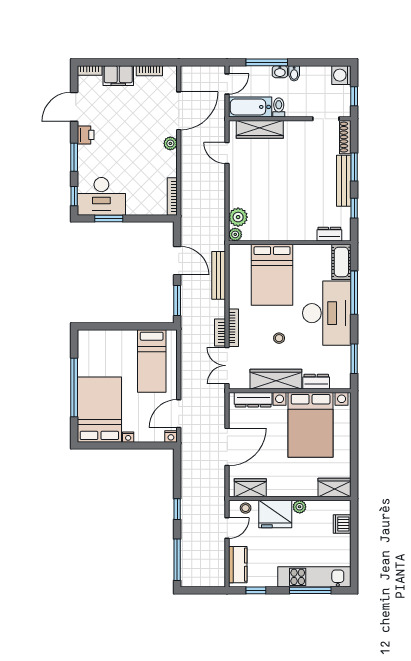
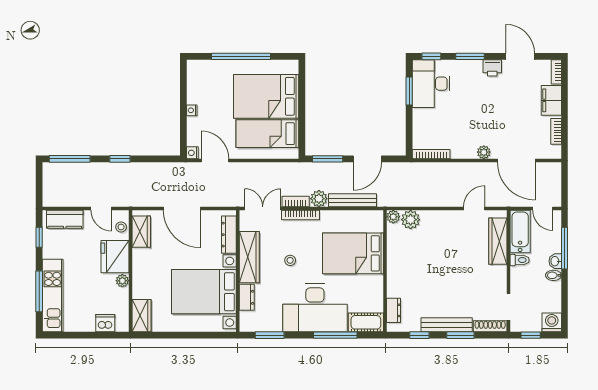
plant: (217, 309) -> (319, 199), added
bed: (99, 410) -> (266, 96), moved, turned 180

